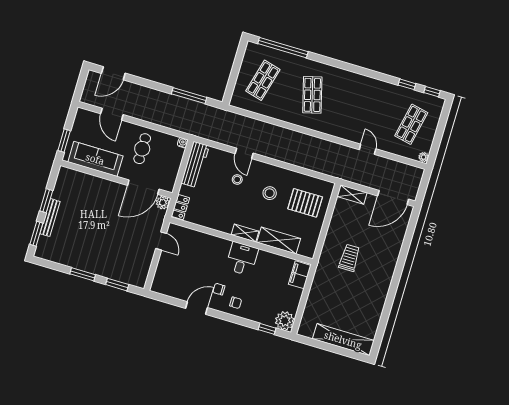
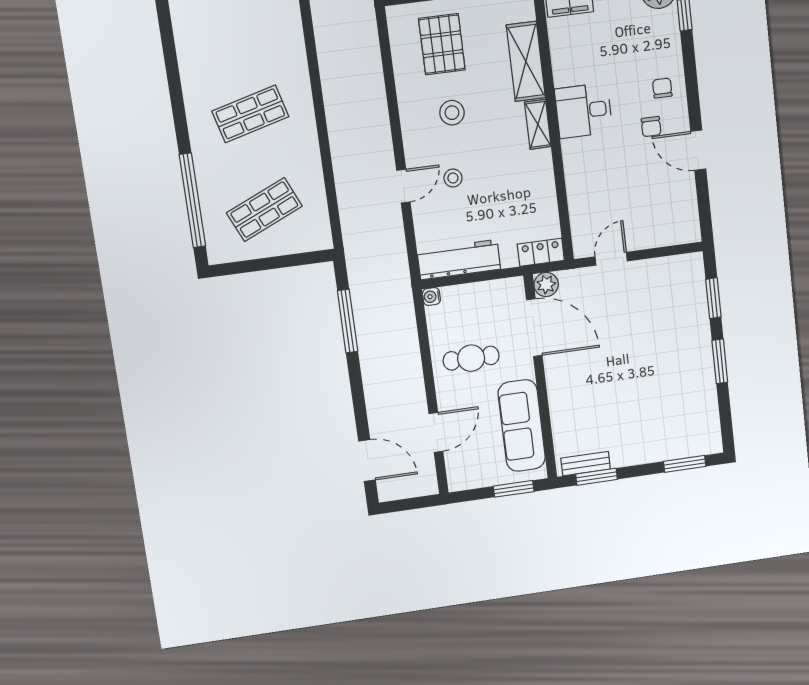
shop shelf: (263, 80) -> (264, 210), turned -39
window: (46, 201) -> (596, 477), moved
bench: (50, 218) -> (586, 464), moved, width x0.73

